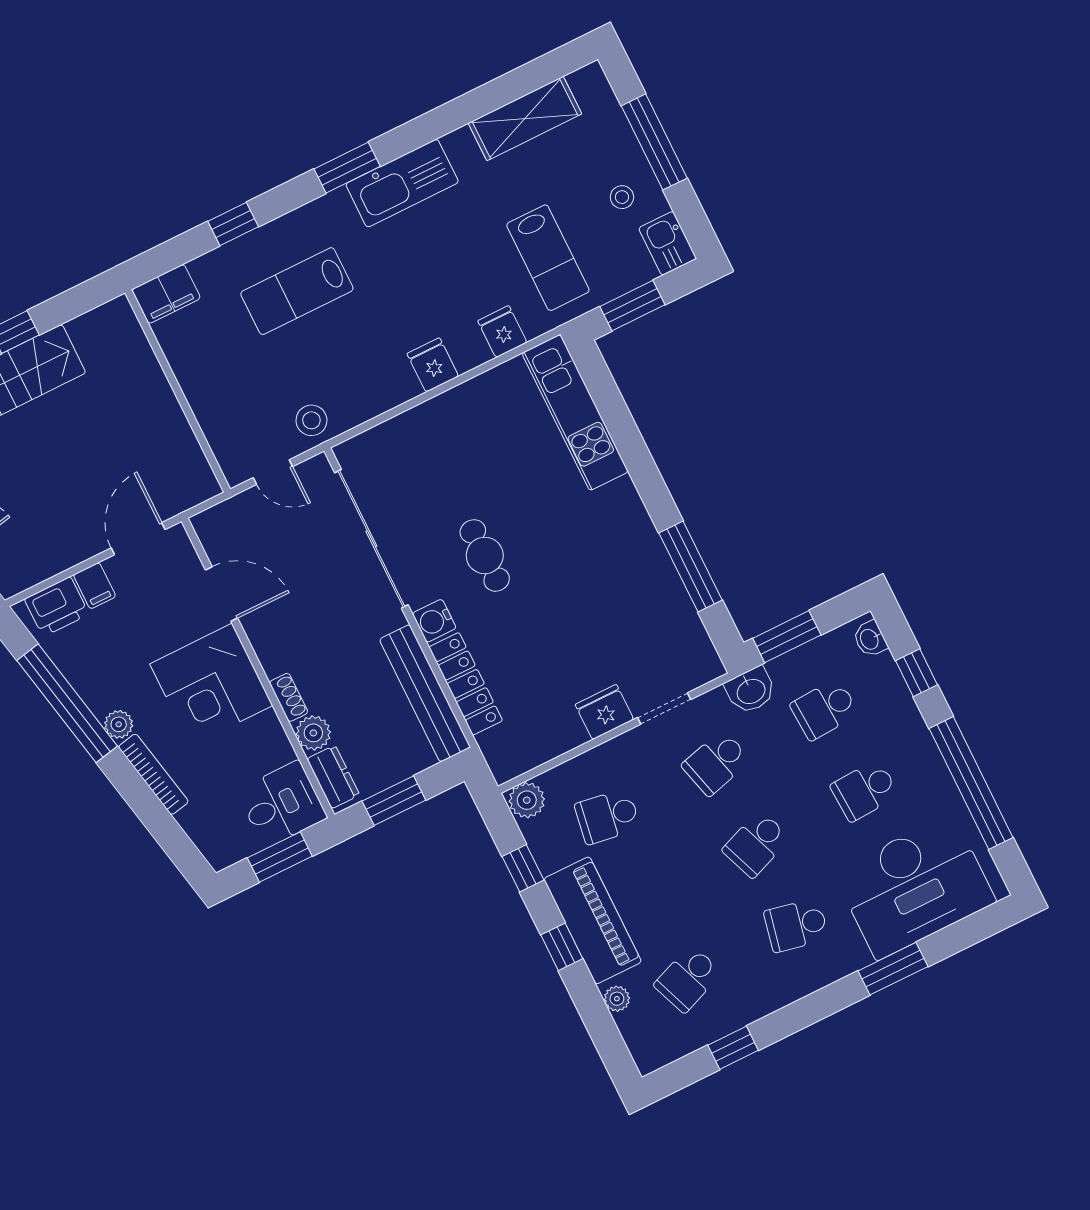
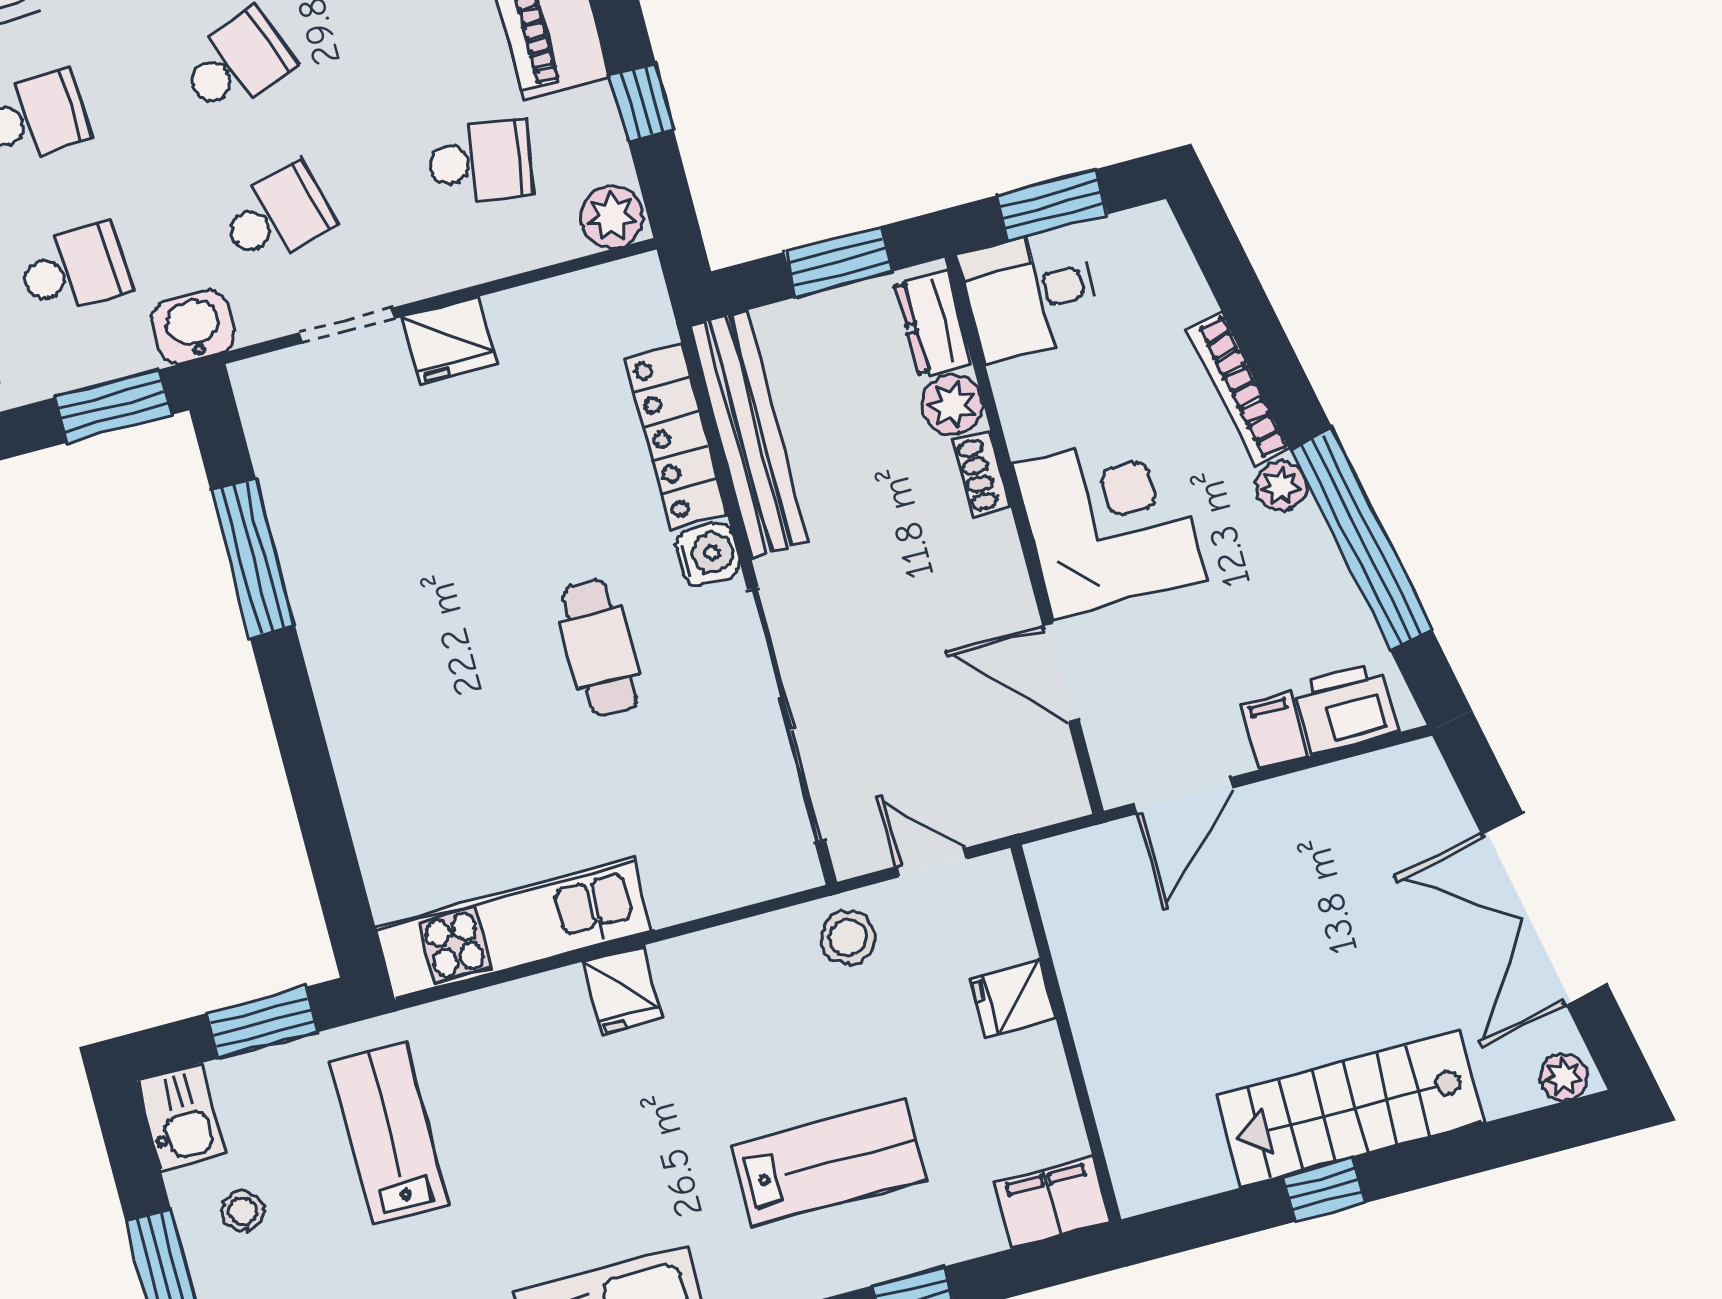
fridge: (502, 332) -> (1013, 999), moved, turned 90
kitchen unit: (575, 412) -> (514, 929), moved, turned -90

